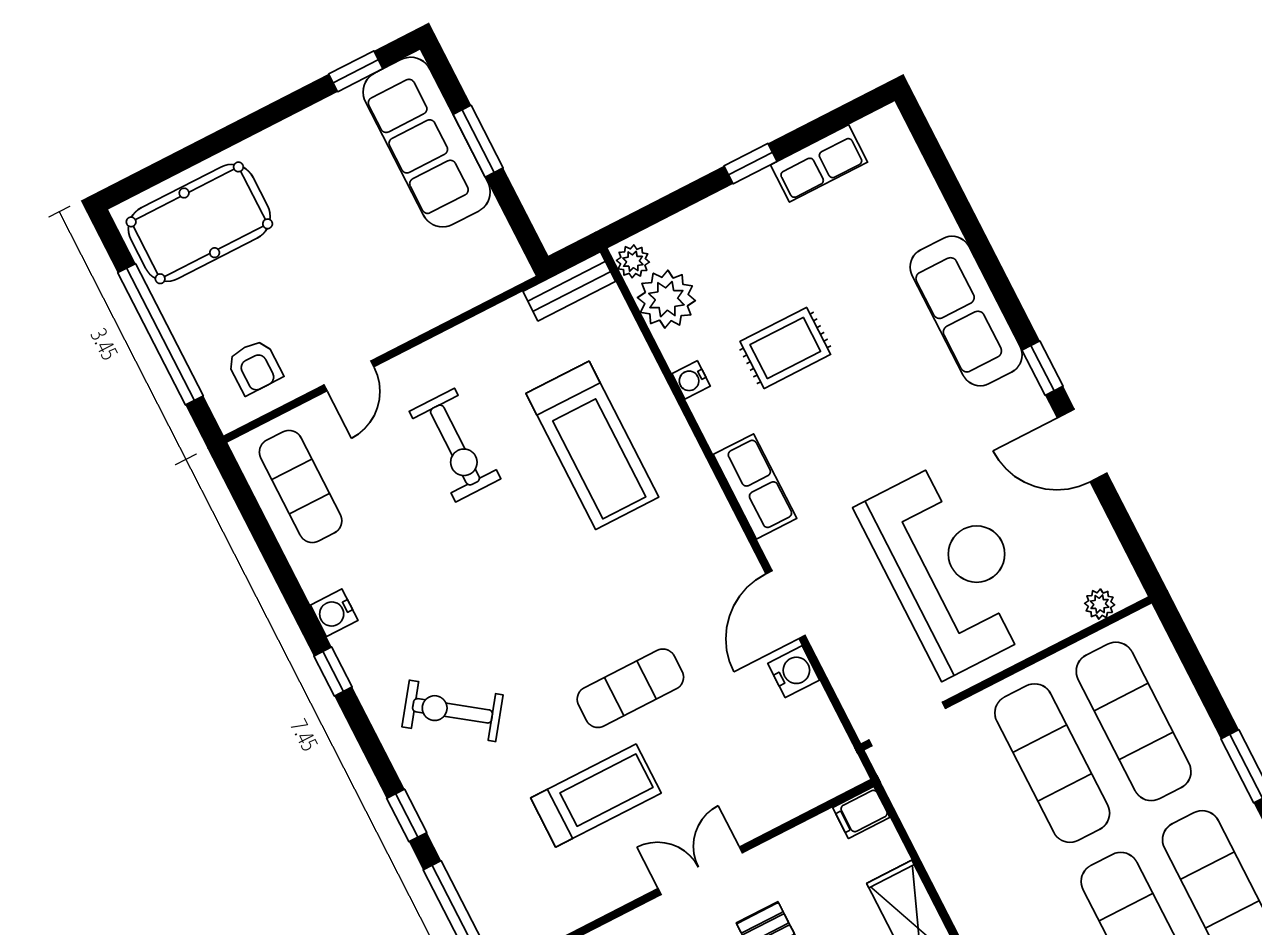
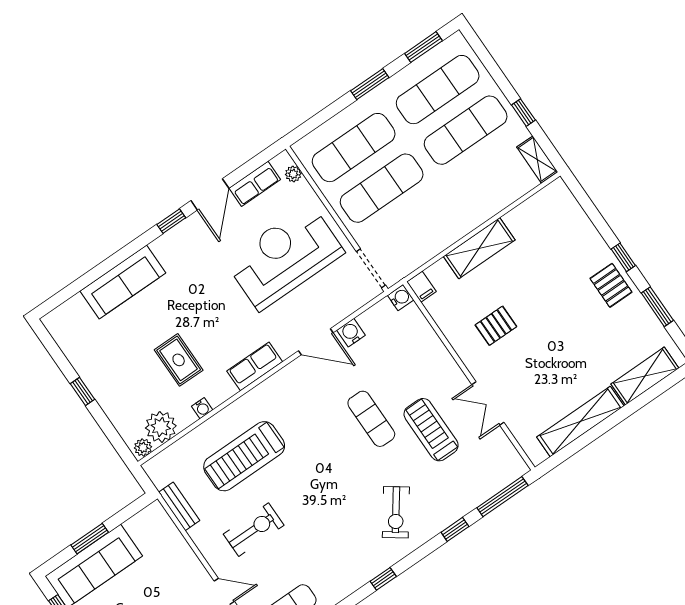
row of seats: (819, 163) -> (255, 184), moved, turned 90
bench: (569, 286) -> (179, 506), moved
sofa: (966, 311) -> (123, 282), moved
treadmill: (592, 445) -> (244, 456), turned 180
water cooler: (334, 613) -> (401, 298), moved, turned -90
double door: (700, 871) -> (488, 403), moved

